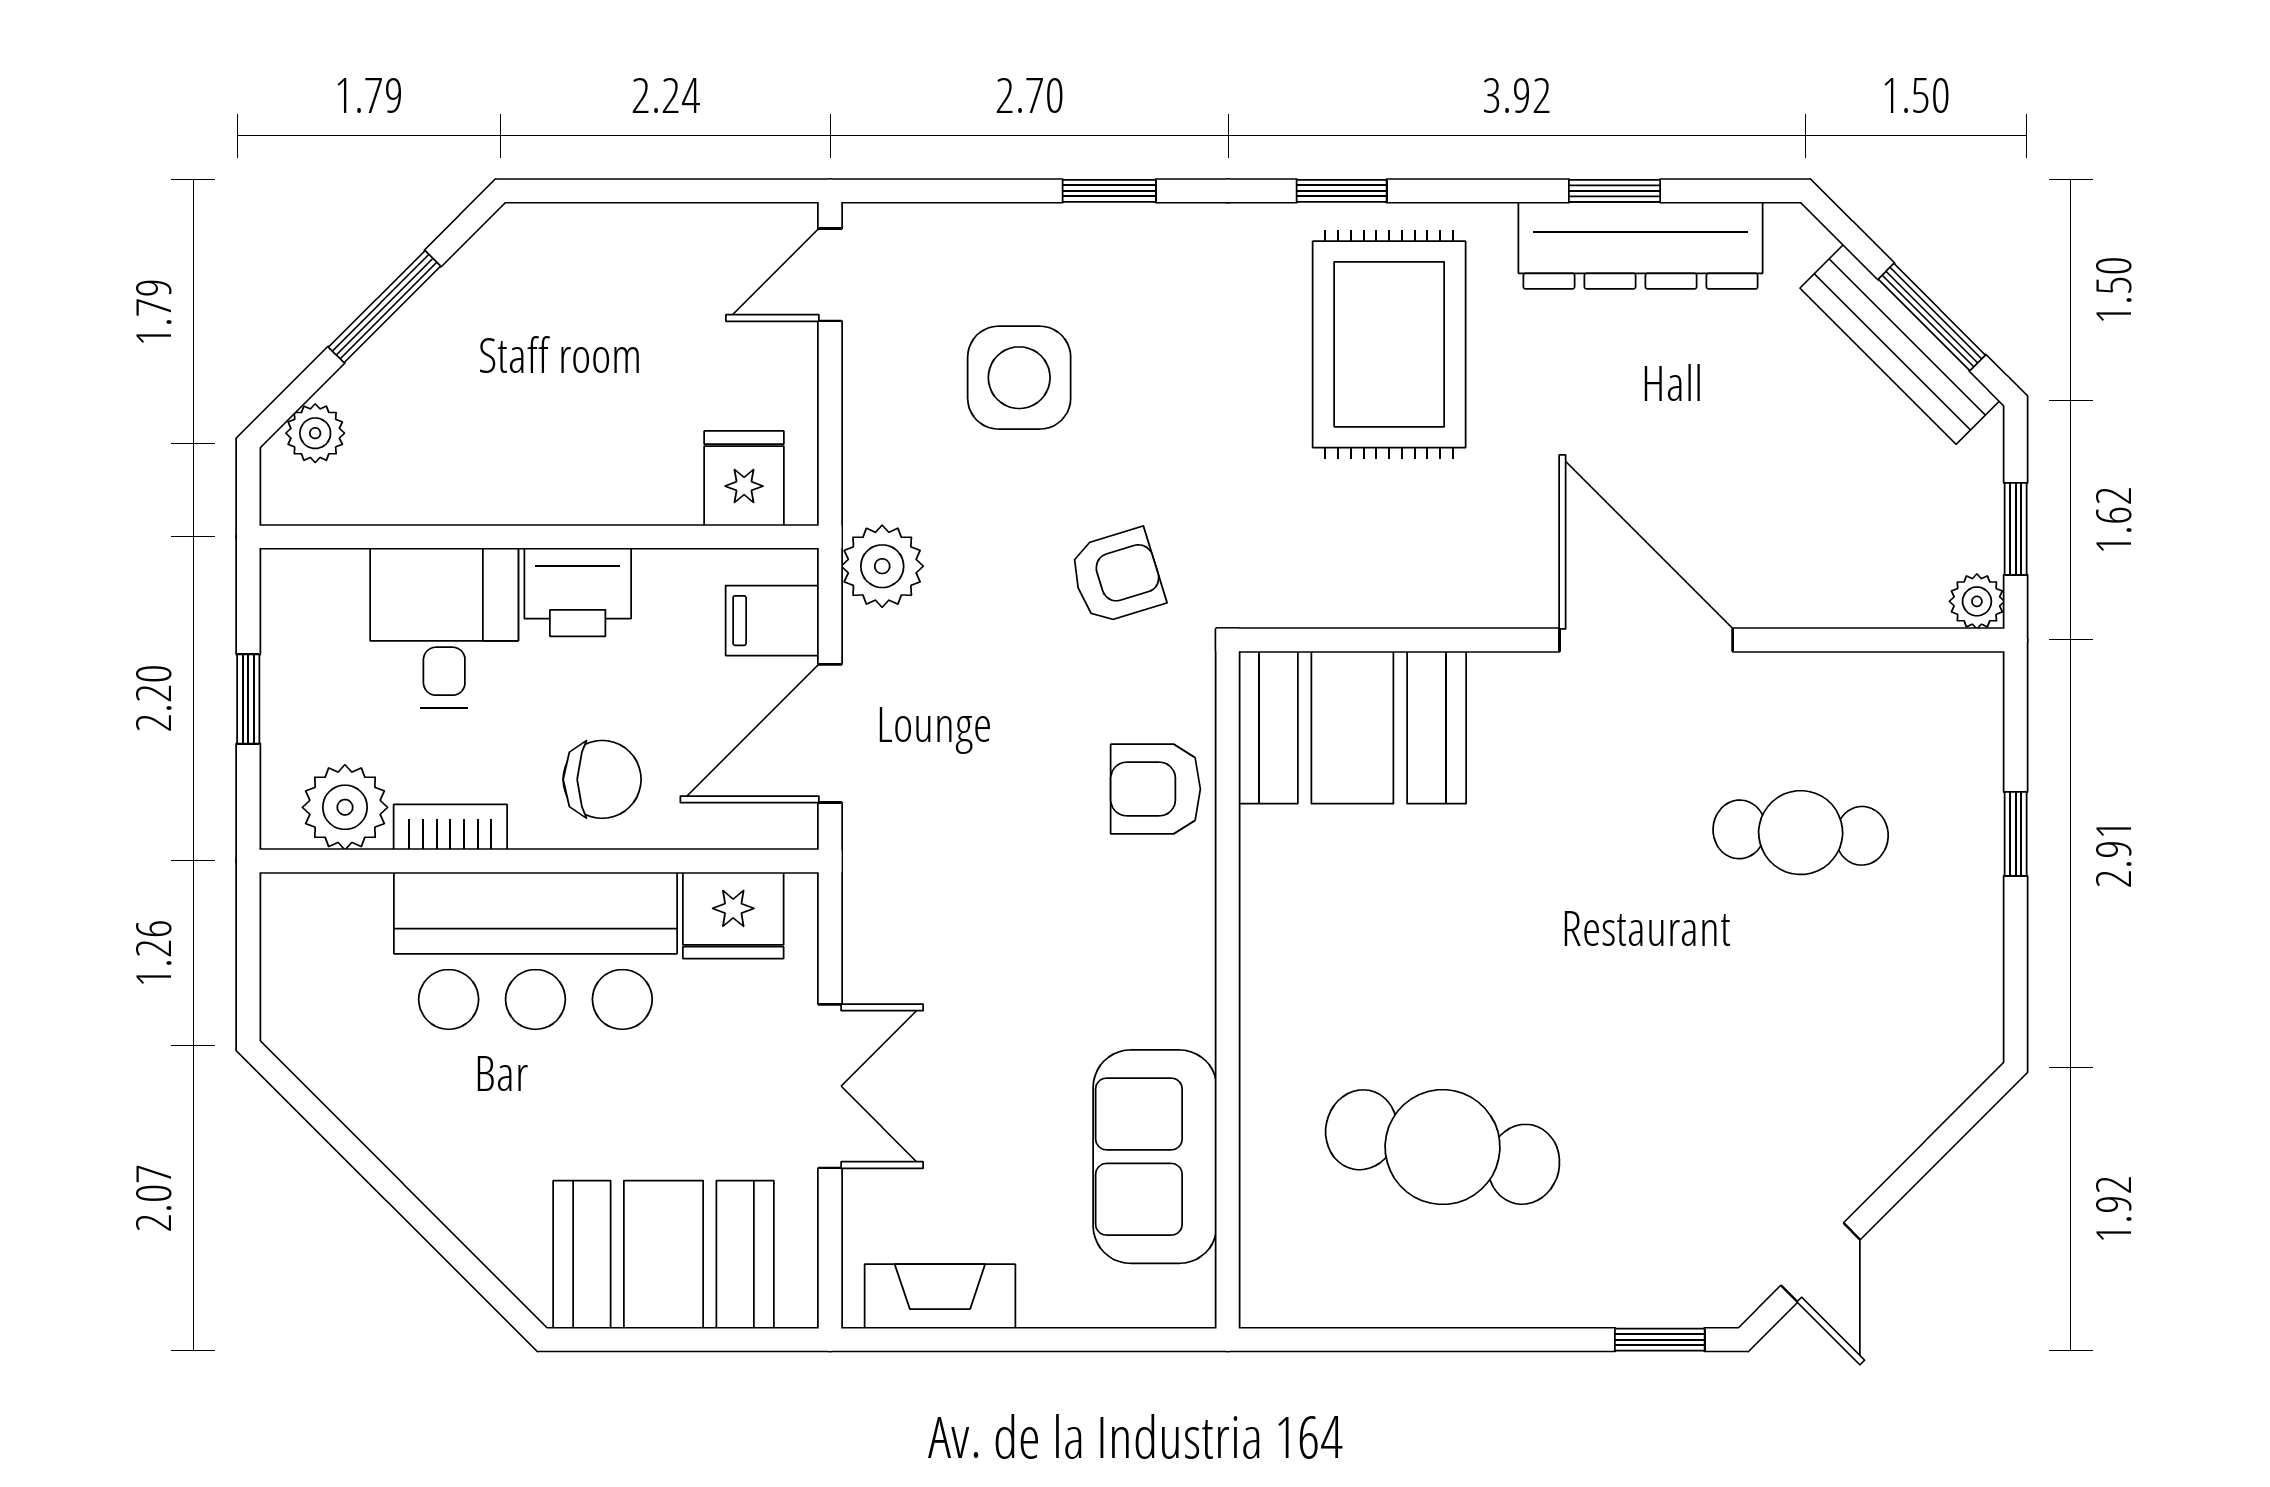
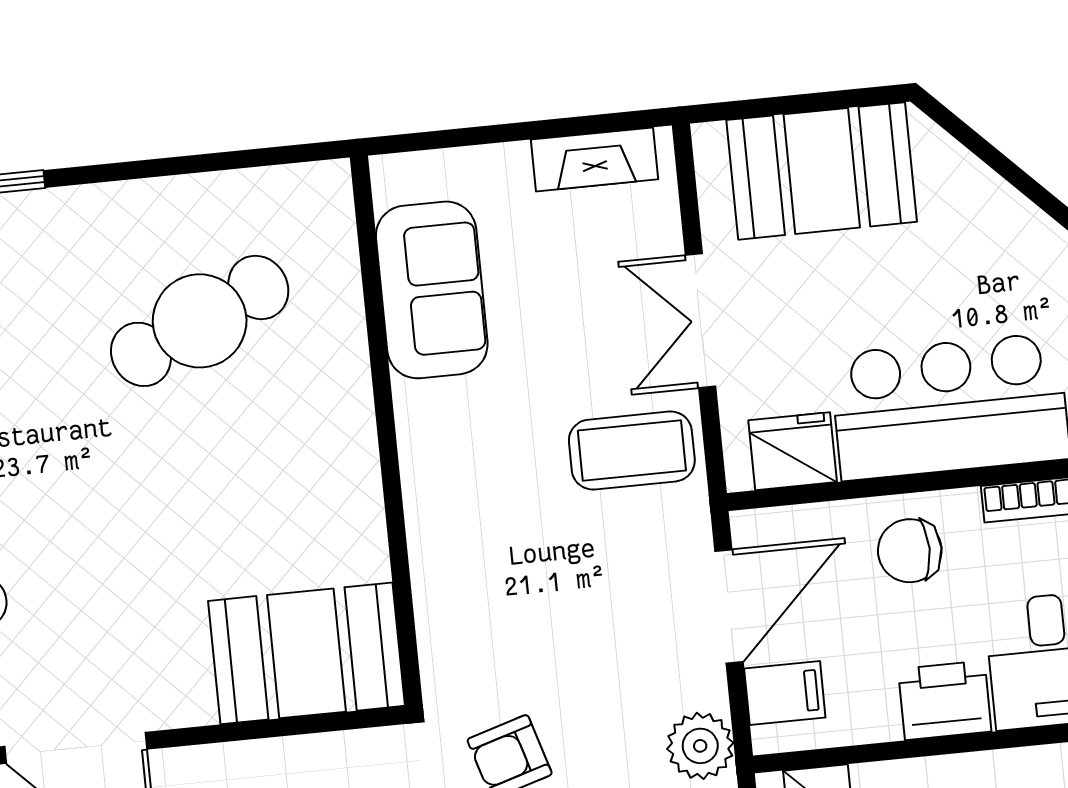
armchair: (1156, 789) -> (461, 588), removed
coffee table: (930, 936) -> (632, 451), added
cafe table: (1443, 1147) -> (200, 321), turned -36

